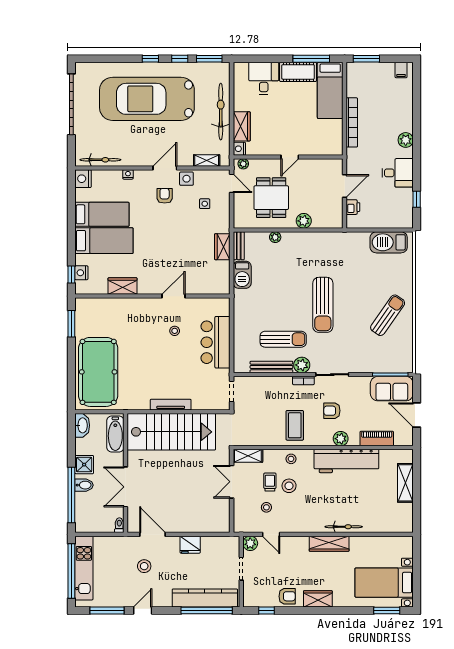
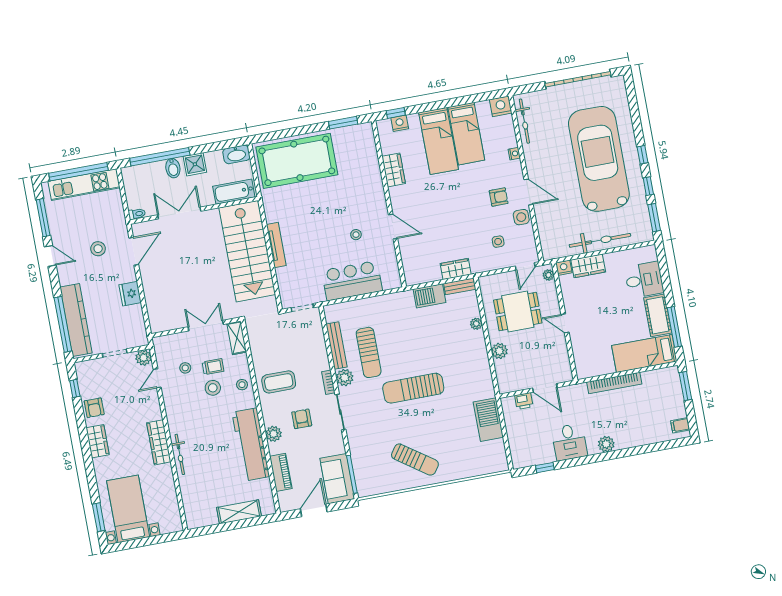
shelving: (207, 160) -> (545, 235), removed
barbecue: (389, 242) -> (488, 420), moved

